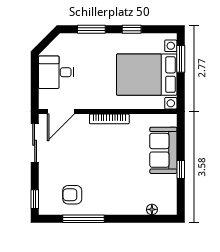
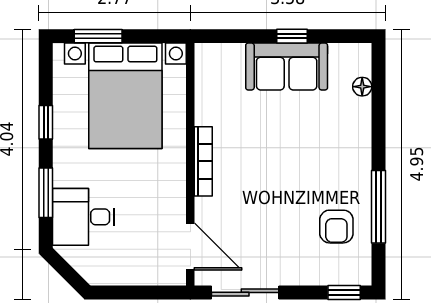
desk: (56, 72) -> (83, 217), moved, turned 90
sofa: (163, 150) -> (287, 66), moved

